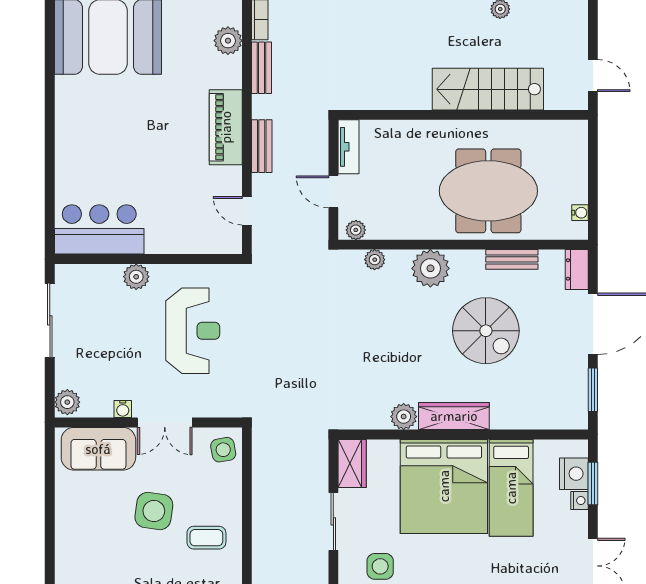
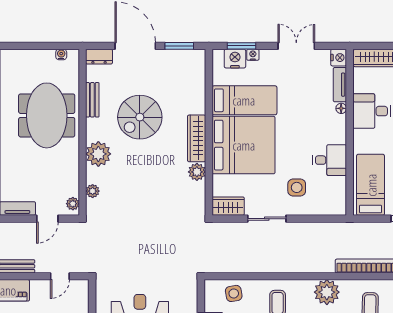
spiral stairs: (486, 331) -> (140, 117), turned 180
side table: (223, 450) -> (234, 293), moved

